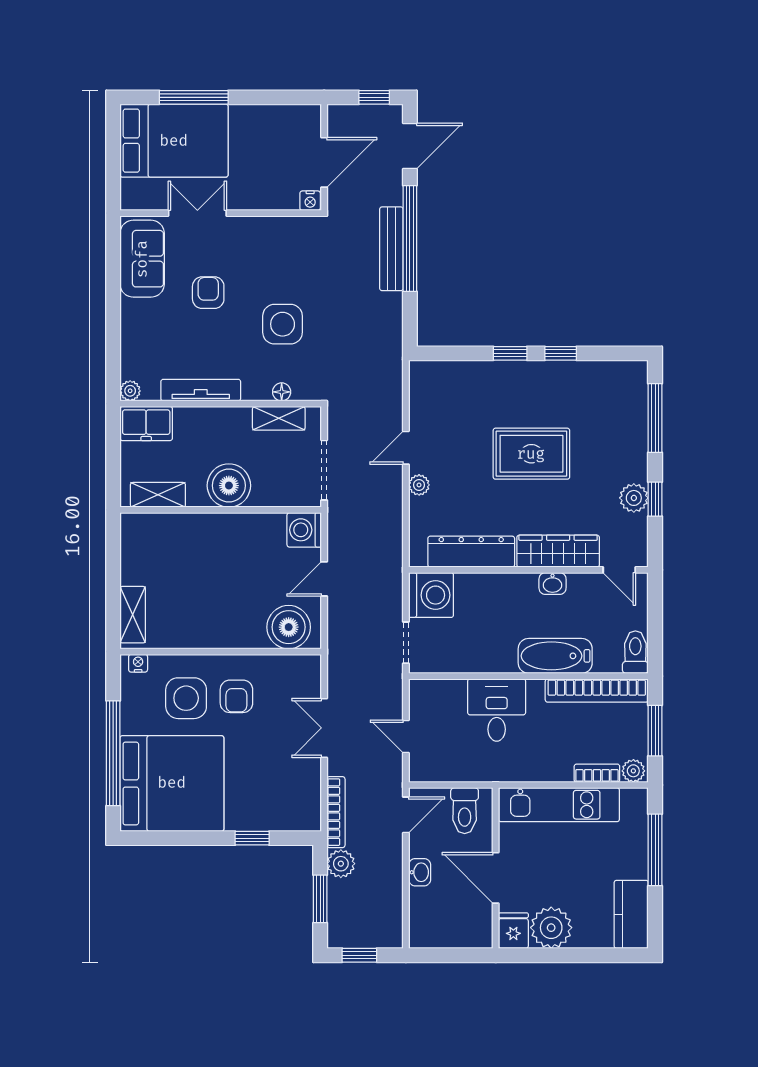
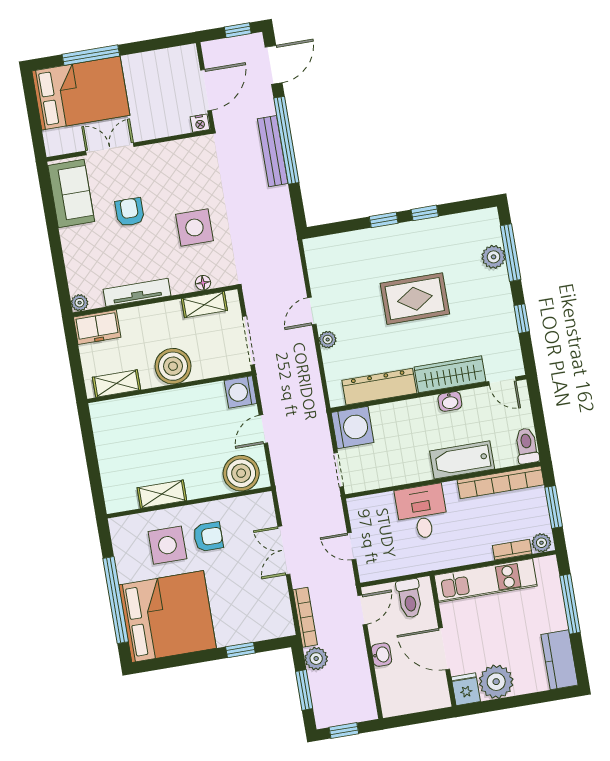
plant: (634, 498) -> (494, 257), moved
shelving: (133, 615) -> (162, 494), moved, turned 90
nightstand: (138, 663) -> (124, 523), removed
armchair: (236, 696) -> (208, 537), turned -90

